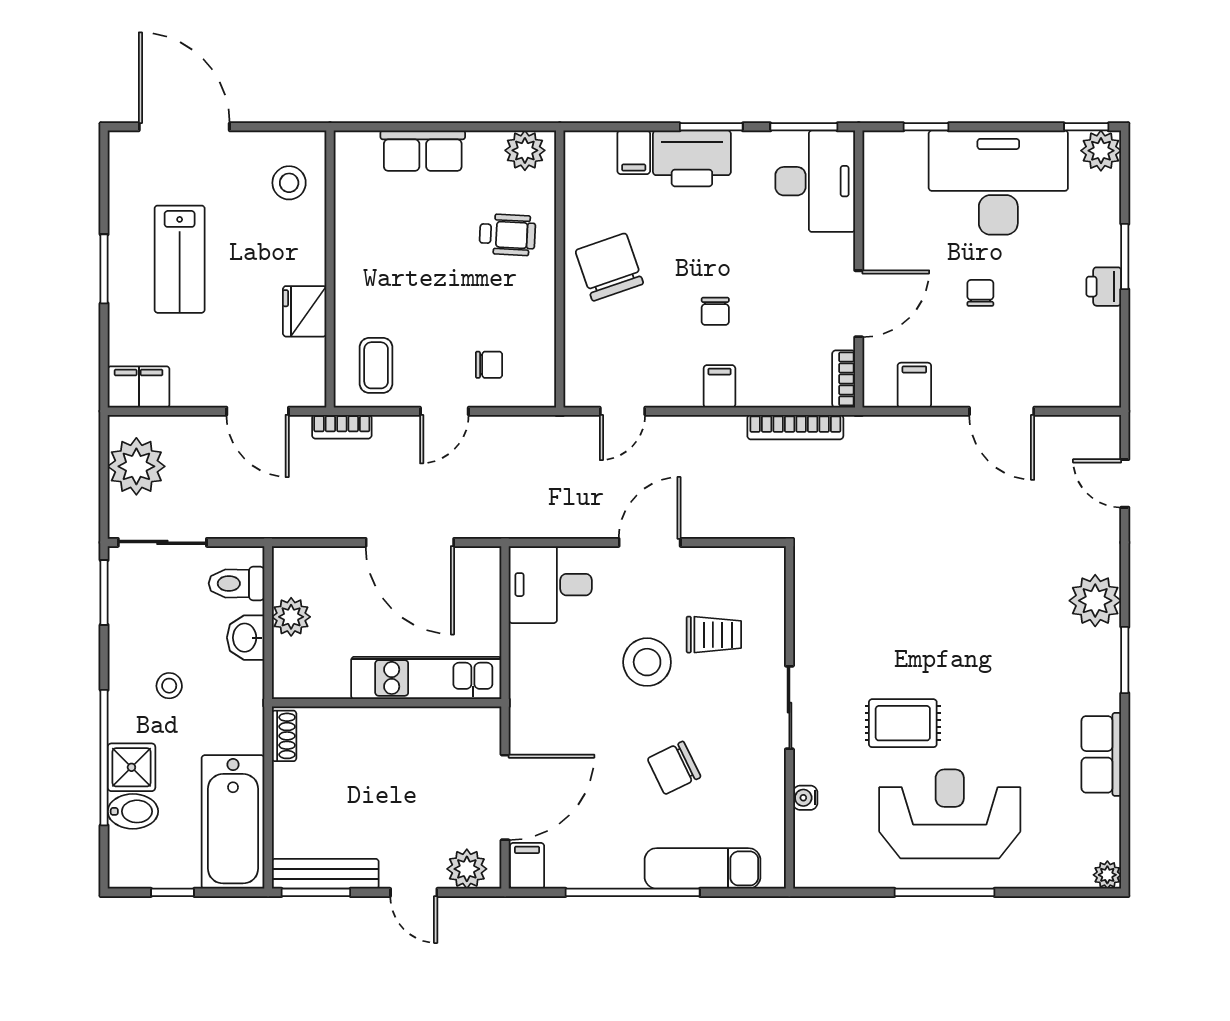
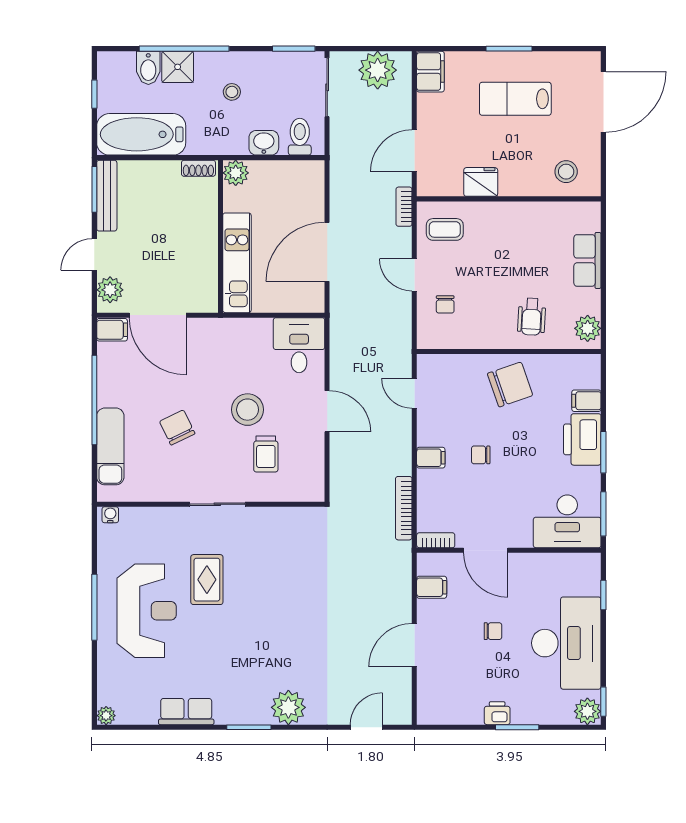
plant: (291, 617) -> (236, 173), moved
water cooler: (805, 798) -> (110, 515), moved

